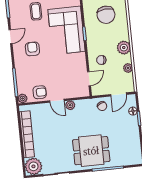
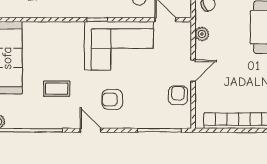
corner sofa: (67, 30) -> (119, 46), moved
plant: (23, 98) -> (185, 122), removed
plant: (70, 105) -> (202, 34), moved

